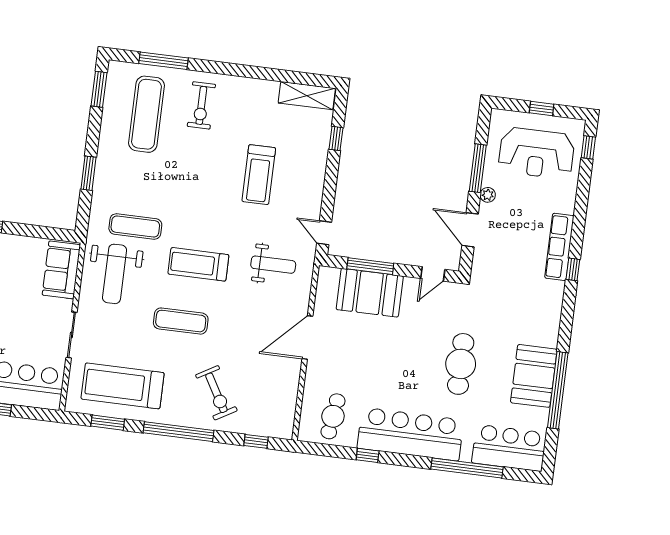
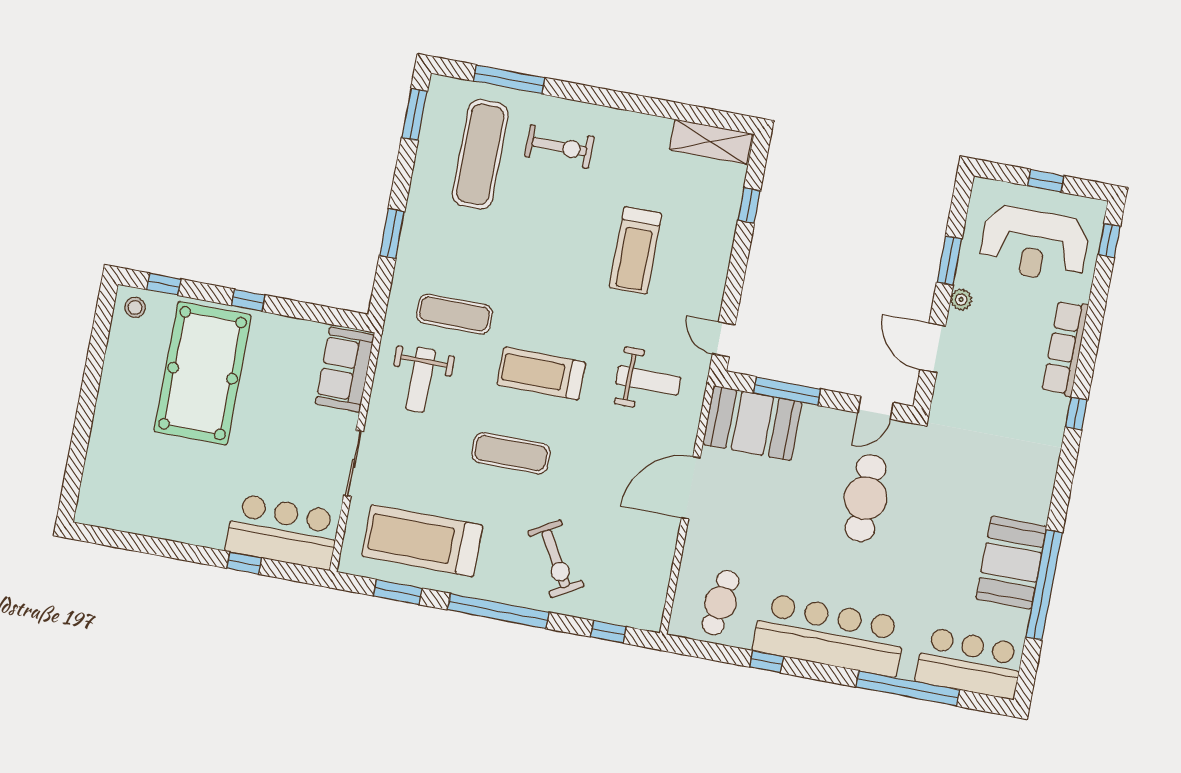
exercise bike: (201, 105) -> (559, 147), turned -90
window: (478, 168) -> (949, 261), width x0.69
row of seats: (559, 247) -> (1065, 348), moved
weight bench: (115, 274) -> (420, 380), width x0.73, depth x0.75
booth: (370, 293) -> (753, 423), moved
cafe table: (461, 364) -> (866, 498), moved

